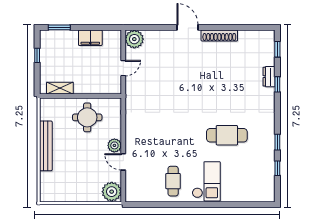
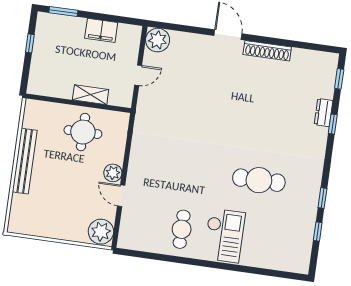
shelving: (60, 88) -> (91, 95), moved

